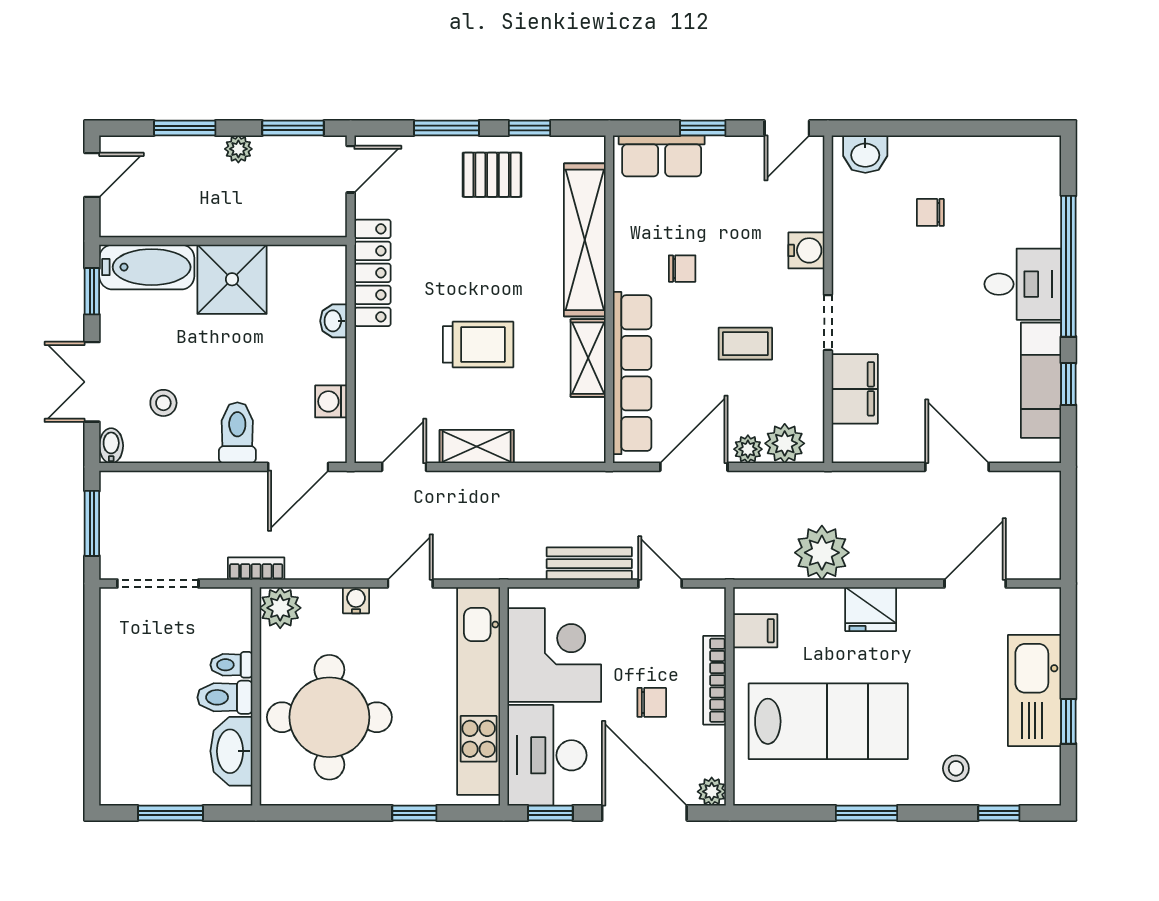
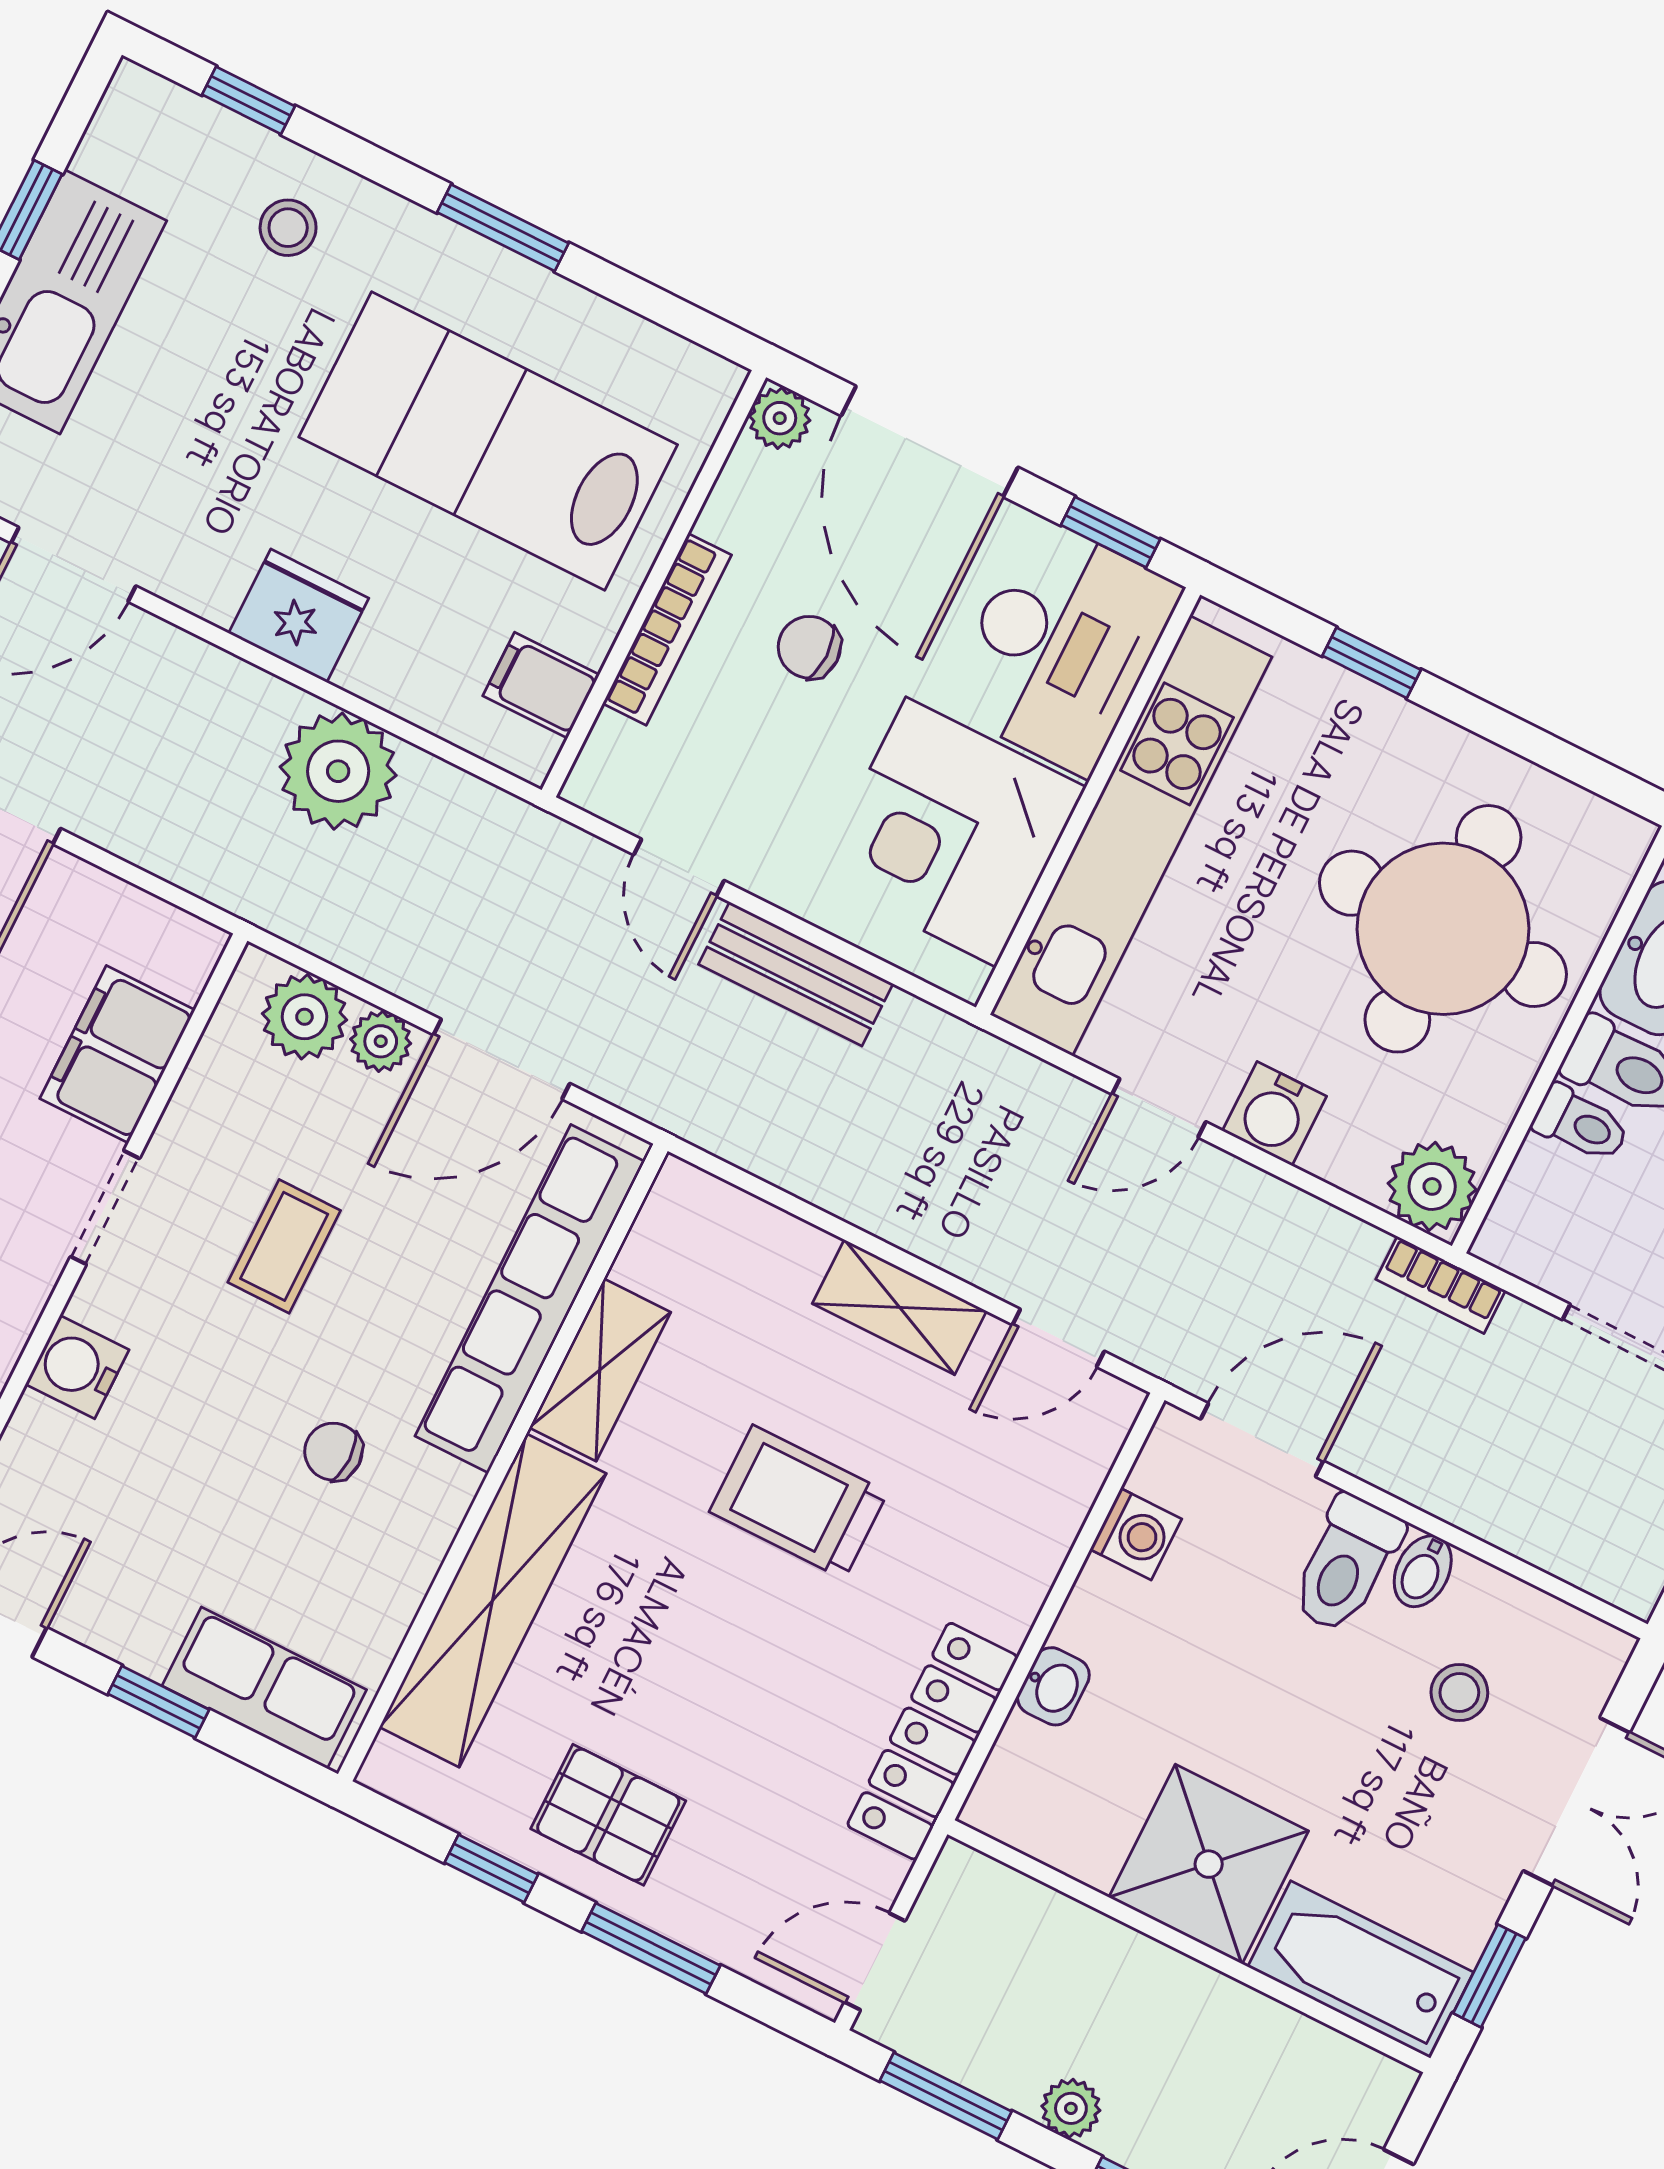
coffee table: (745, 344) -> (284, 1246), turned 90
bidet: (111, 446) -> (1423, 1571), moved
water cooler: (356, 600) -> (1274, 1114), width x1.38, depth x1.38

